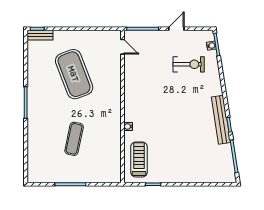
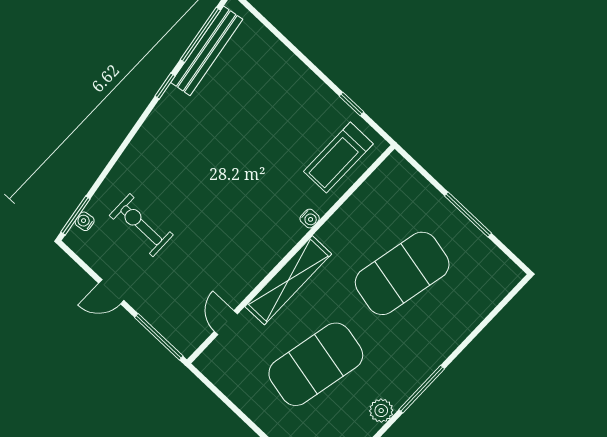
door: (122, 47) -> (226, 323), moved
exercise mat: (74, 74) -> (316, 364), turned 33
plant: (33, 80) -> (381, 411), added
shelving: (114, 96) -> (288, 280), added
bench: (221, 120) -> (207, 51), moved
exercise mat: (74, 139) -> (402, 273), width x2.00, depth x1.45

